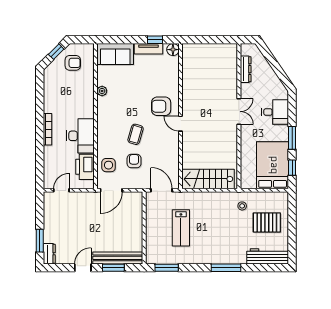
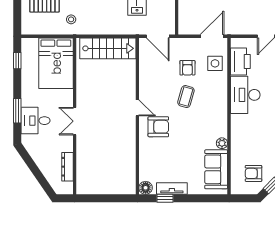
sofa: (115, 54) -> (216, 169), moved, turned -90
window: (292, 138) -> (17, 111), moved
bed: (273, 165) -> (56, 63), moved

